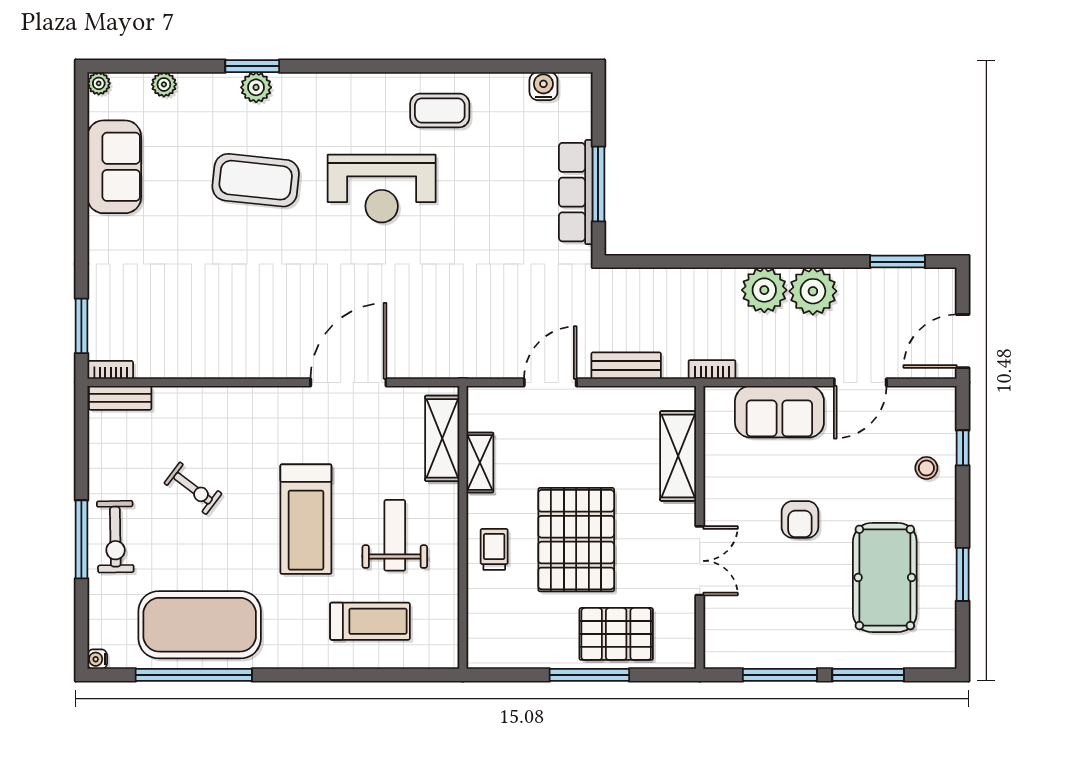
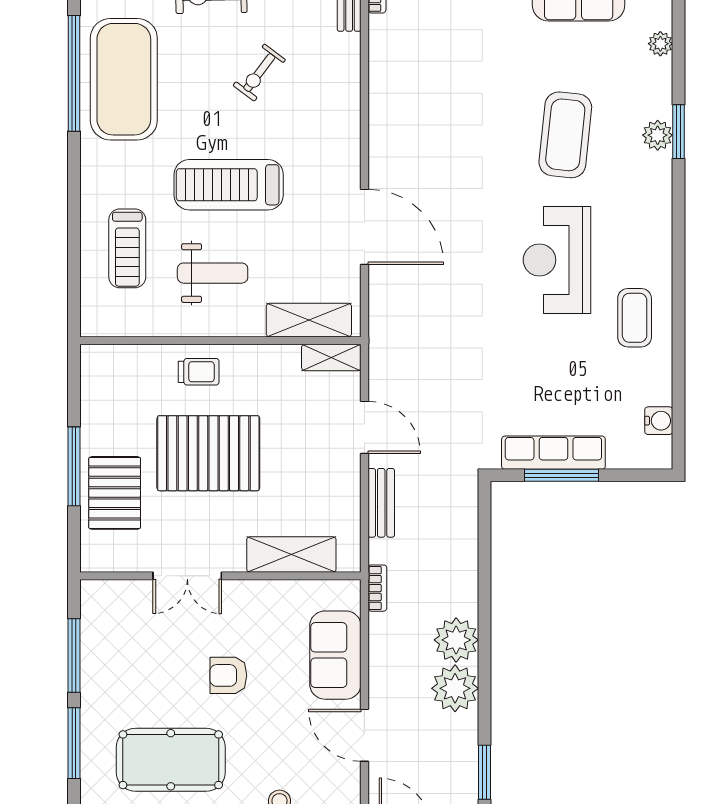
shelving: (480, 463) -> (331, 357), moved

